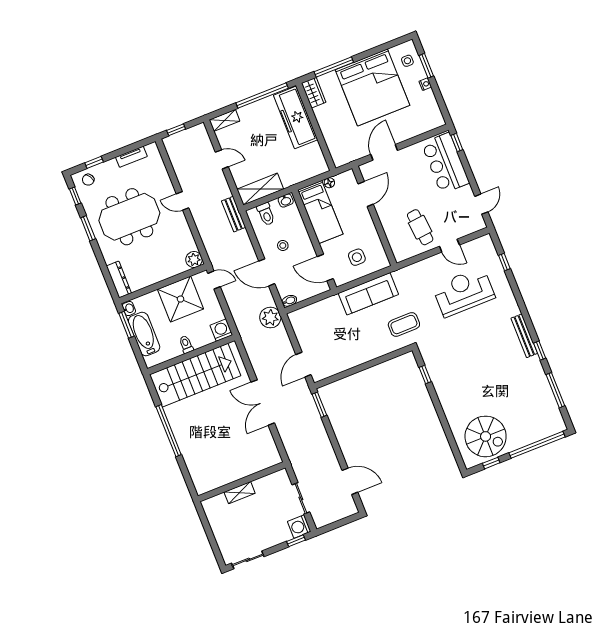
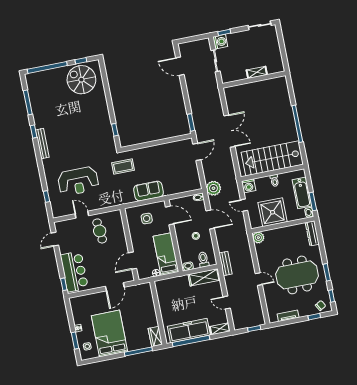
bed: (372, 88) -> (109, 334), width x0.73
freezer: (296, 117) -> (189, 331), moved, turned -90
door: (214, 280) -> (244, 205), moved
sofa: (368, 294) -> (149, 191), width x0.73

